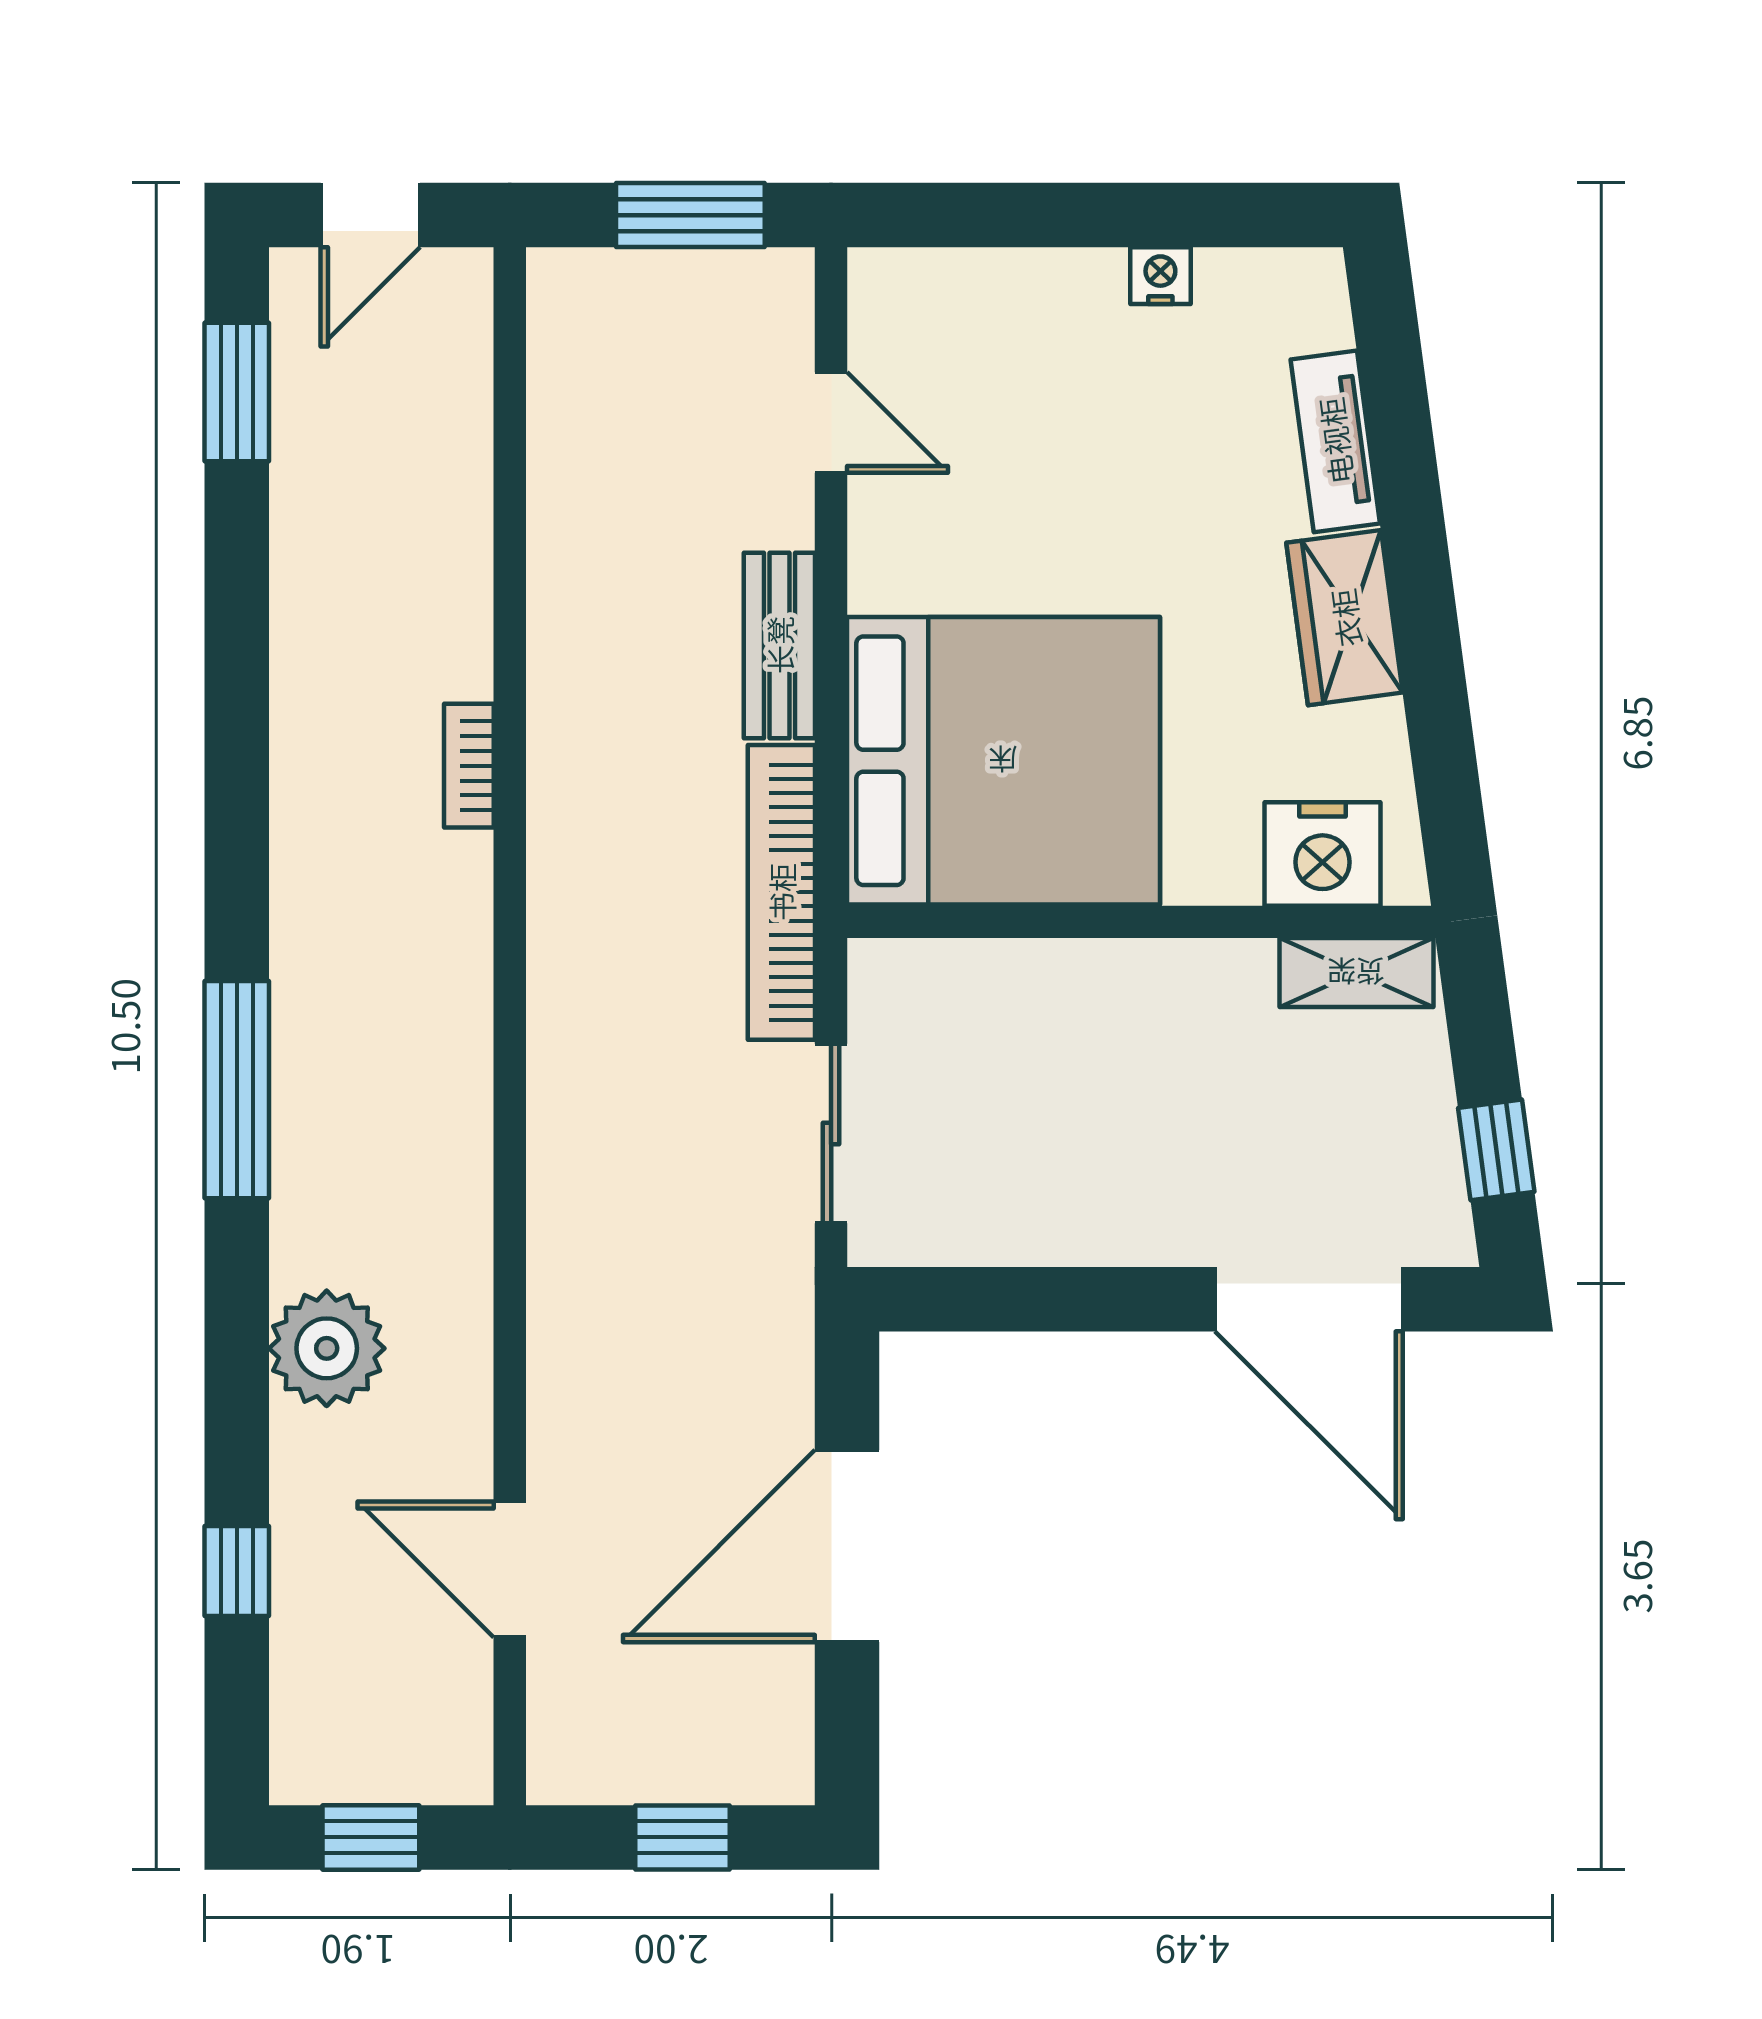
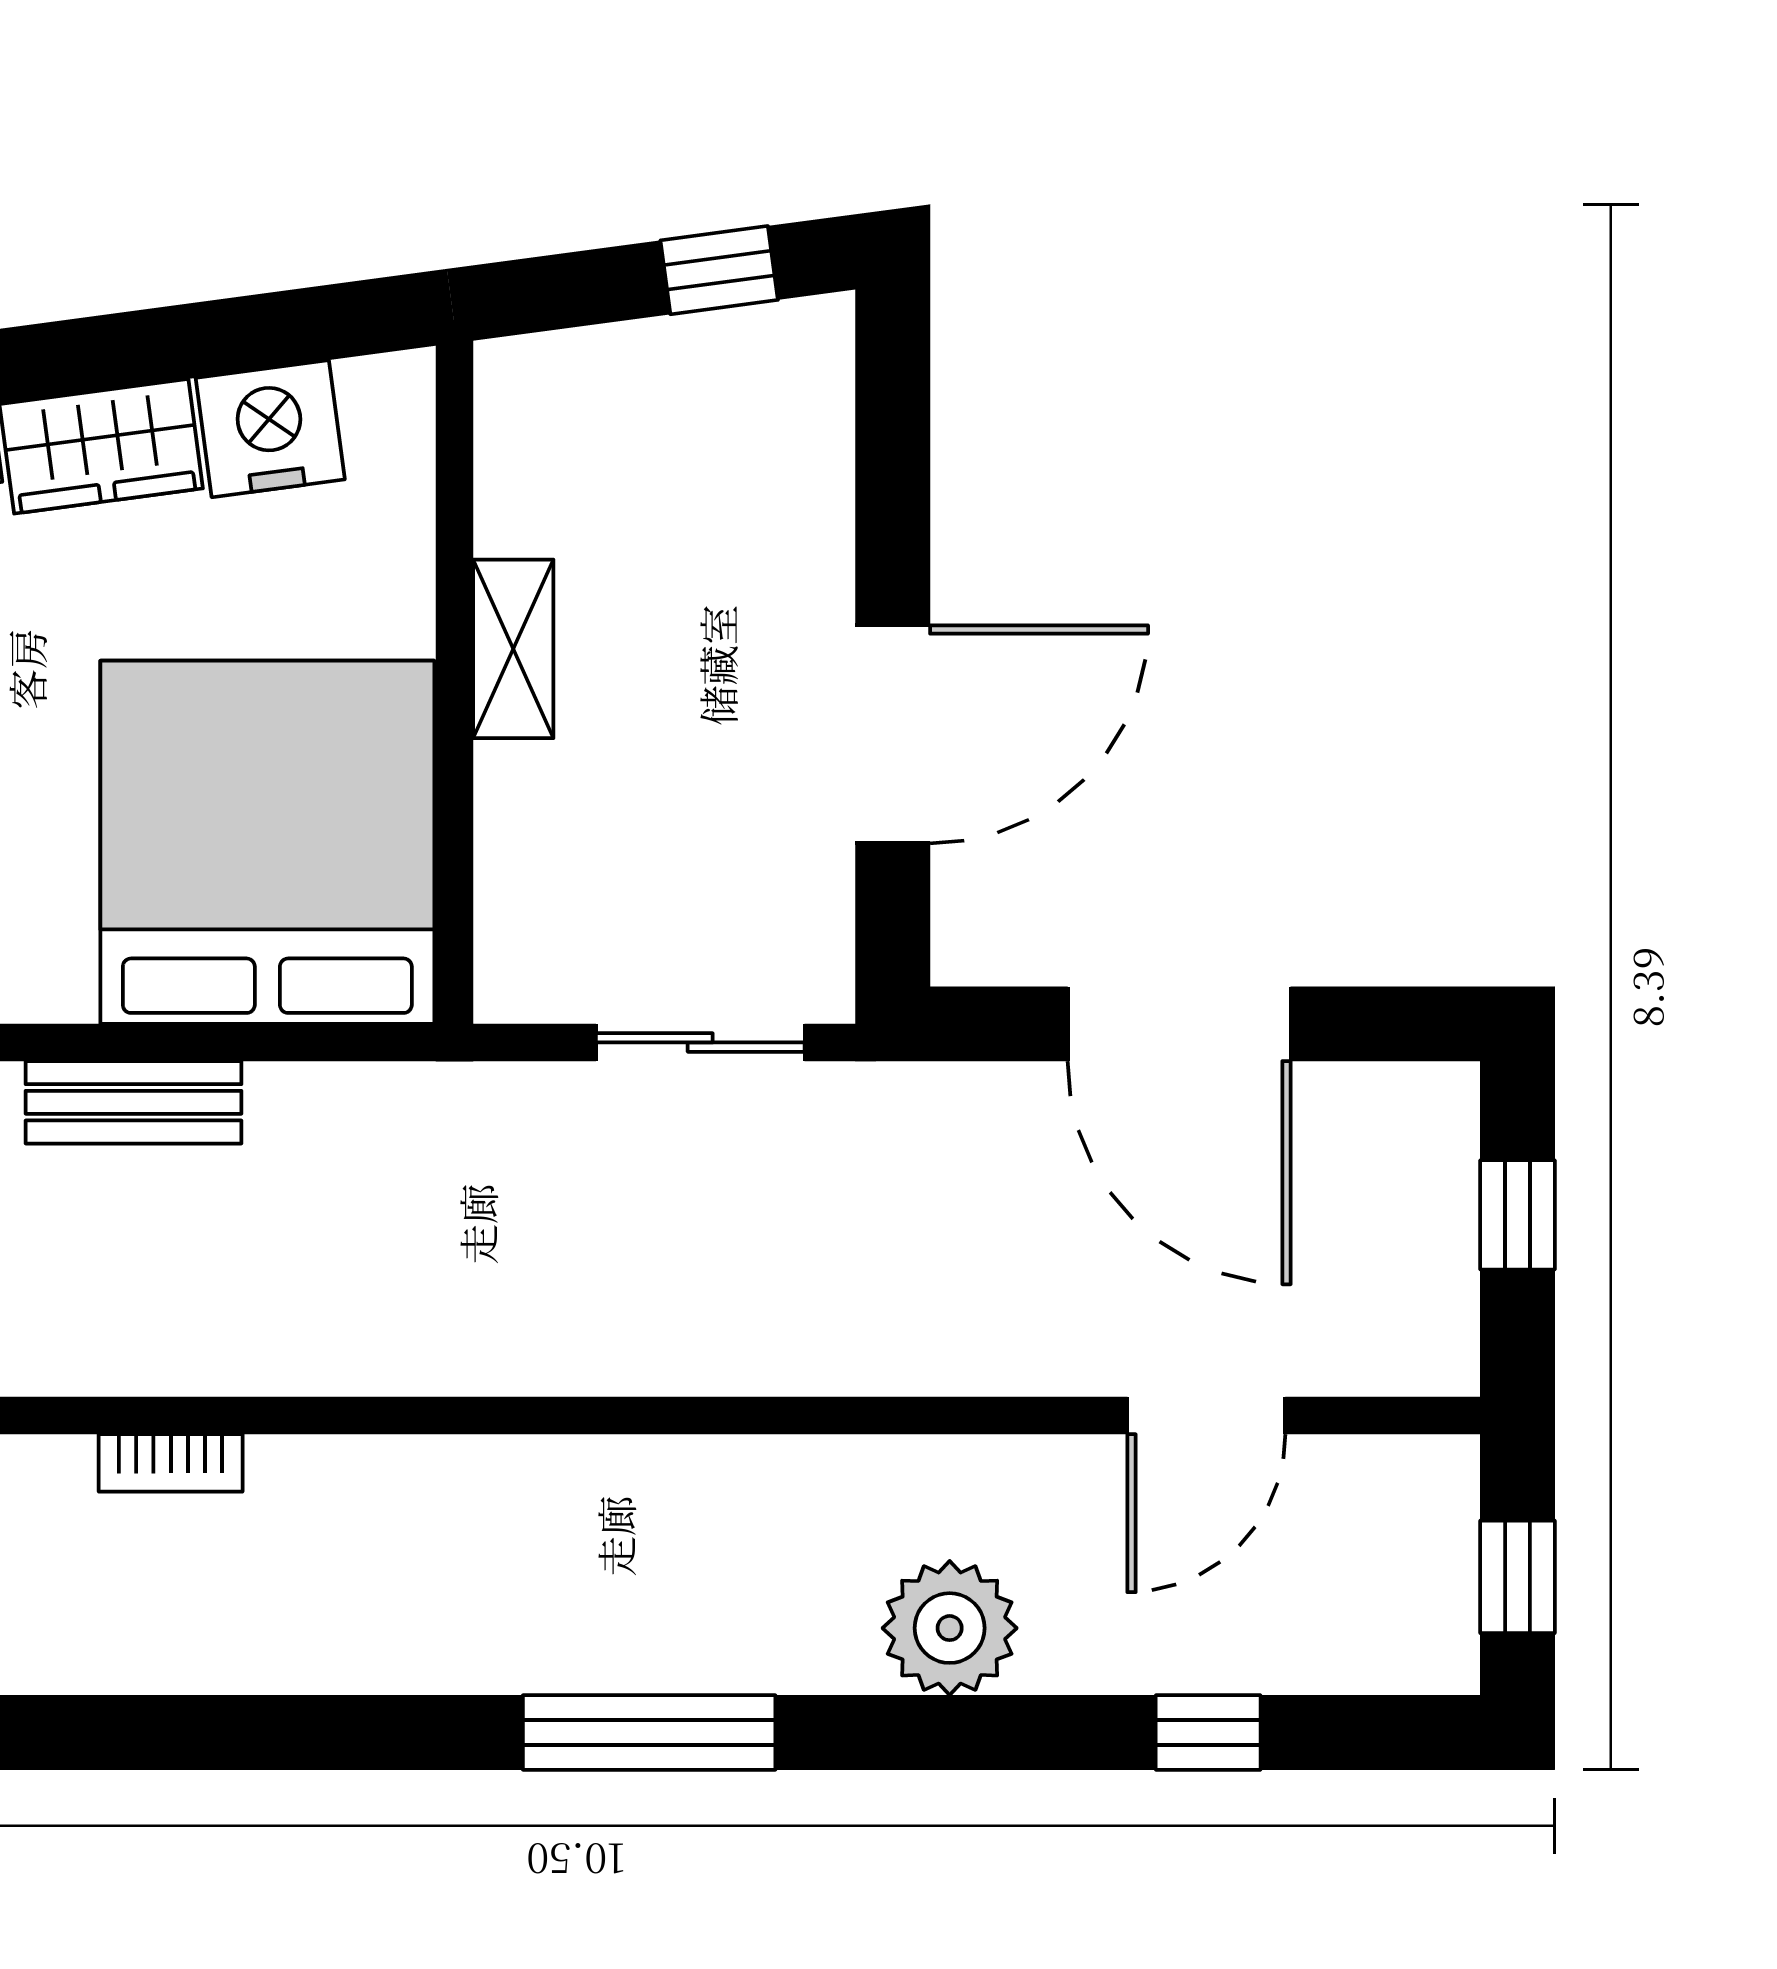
bookcase: (469, 766) -> (171, 1463), moved
nightstand: (1322, 854) -> (270, 429), moved, turned -98
bookcase: (781, 892) -> (420, 1100), removed
shelving: (1356, 973) -> (513, 649), moved
door: (1309, 1299) -> (893, 734), moved

